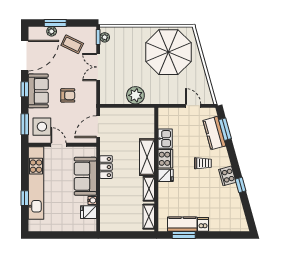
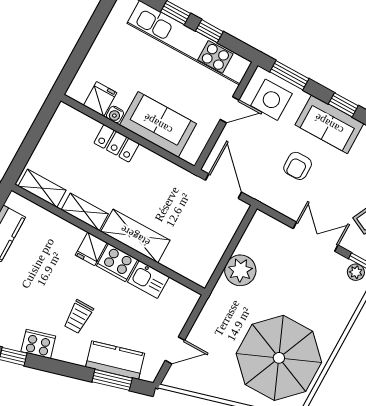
locker: (106, 167) -> (117, 143), moved
window: (25, 176) -> (209, 31), added

